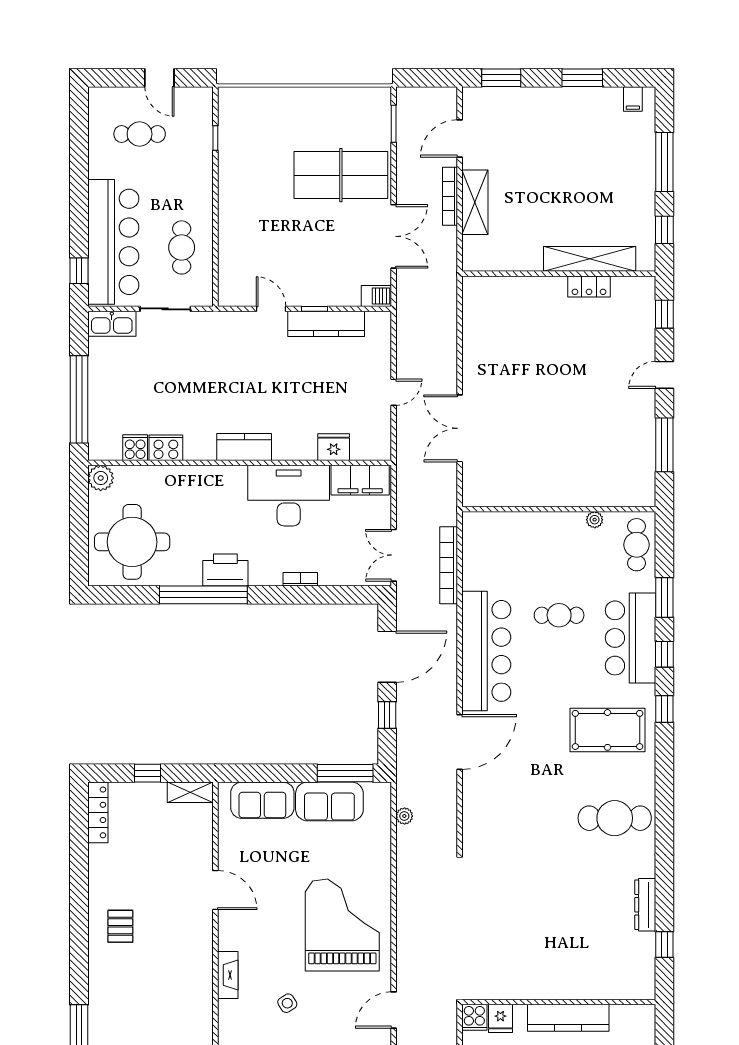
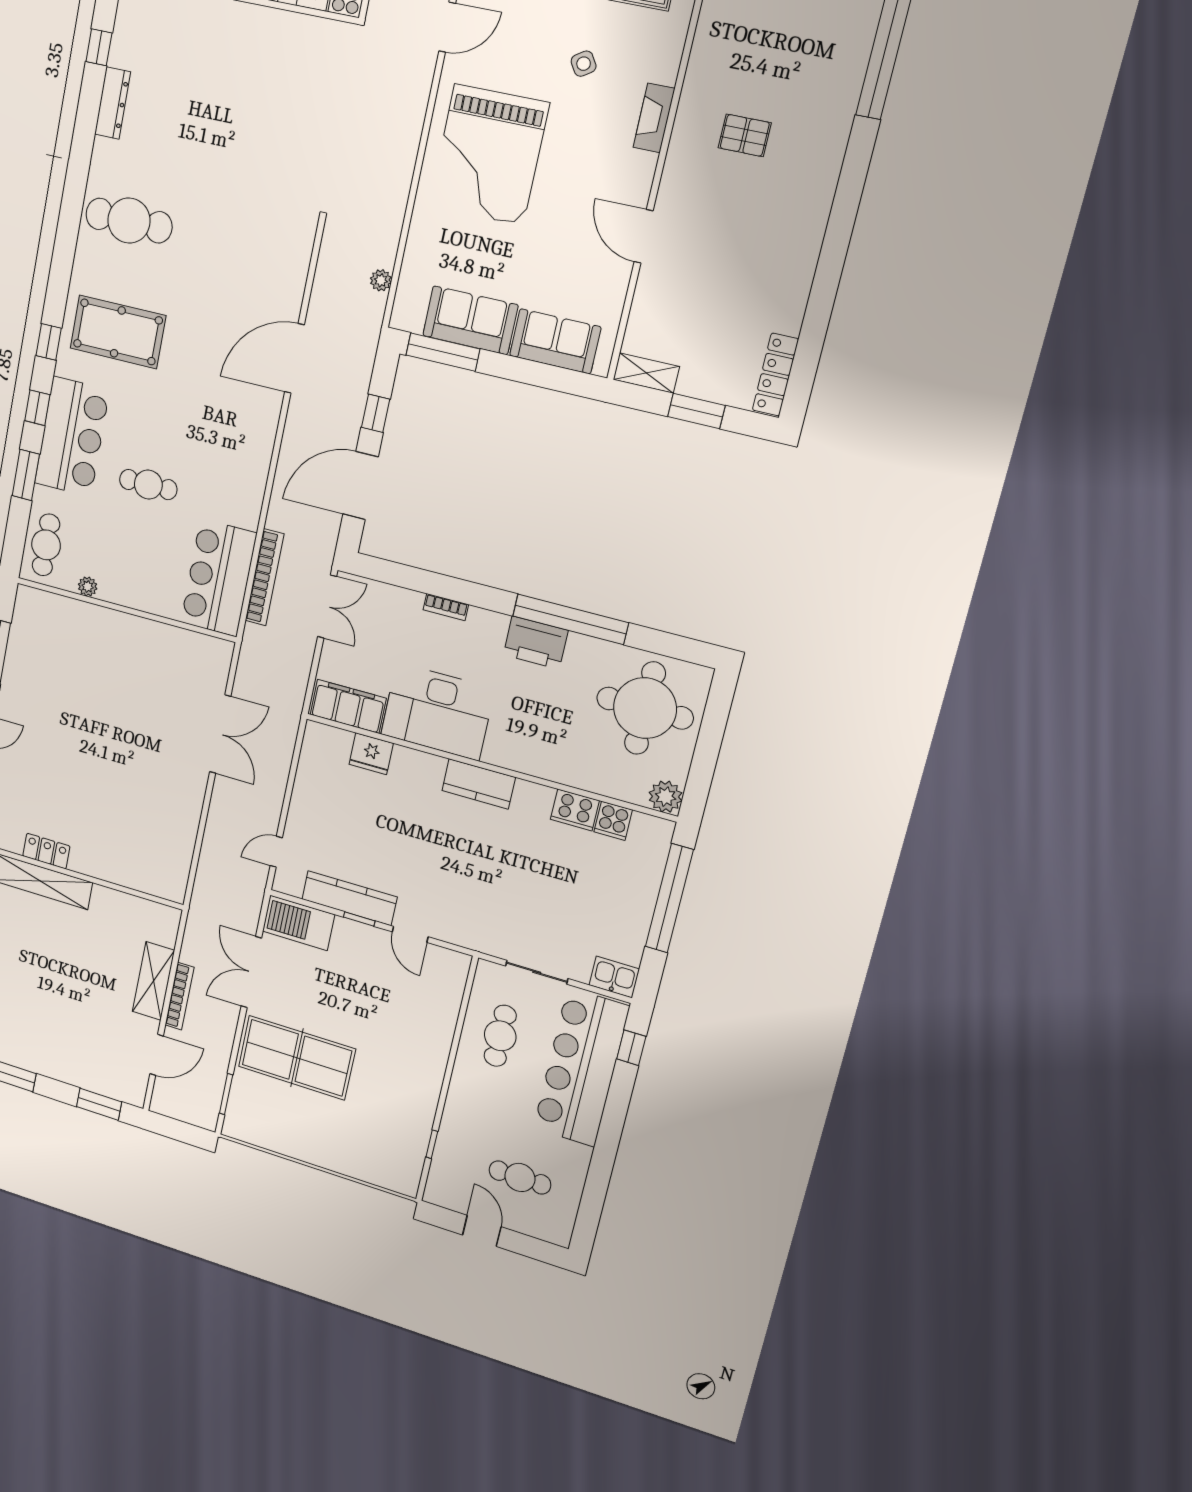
barbecue: (376, 296) -> (298, 923), width x1.88, depth x1.53
kitchen sink: (112, 324) -> (614, 977), width x0.73
door: (394, 392) -> (276, 852), moved
bar counter: (486, 651) -> (219, 578), moved, width x0.73
window: (147, 773) -> (696, 411), width x1.50
pallet: (120, 926) -> (745, 135), moved, turned 90

